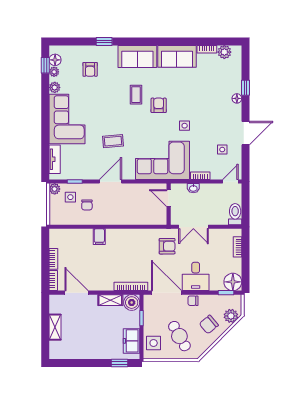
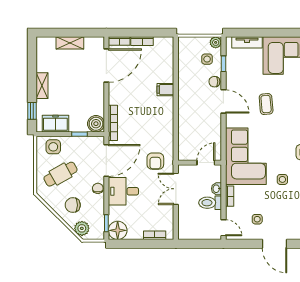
chair: (87, 205) -> (214, 82), moved
toilet: (235, 214) -> (210, 203), moved, turned 180
door: (77, 293) -> (106, 66), width x1.36
shelving: (110, 300) -> (42, 86), moved
chair: (209, 324) -> (73, 205), turned -50

